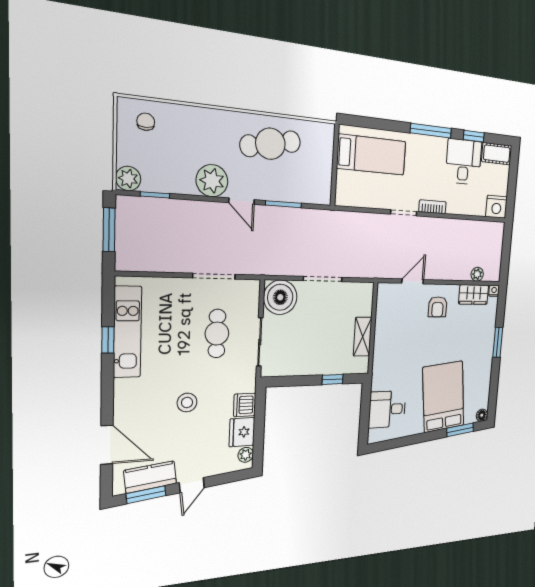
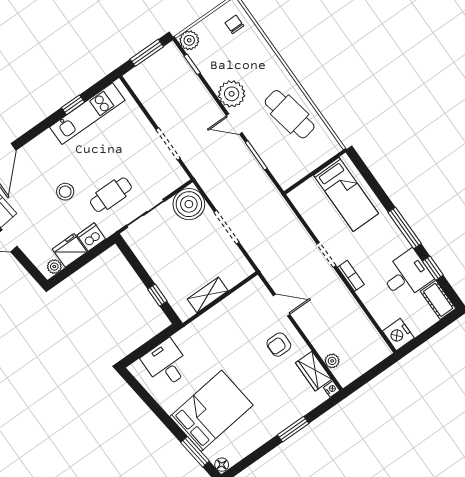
chair: (146, 122) -> (234, 24), turned -90
door: (242, 201) -> (234, 124), hinge flipped
cafe table: (217, 334) -> (111, 195), moved

